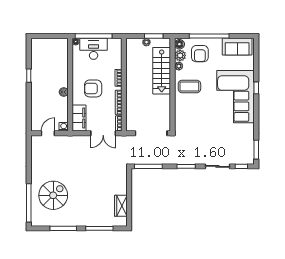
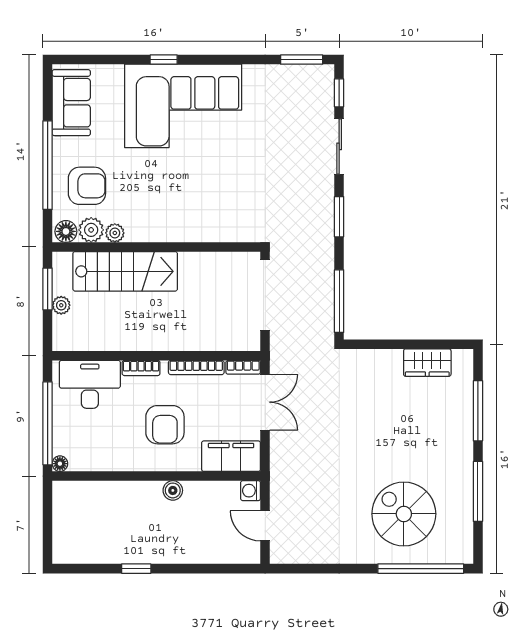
desk: (94, 49) -> (90, 384), moved, turned 90
coffee table: (189, 86) -> (160, 209), removed

